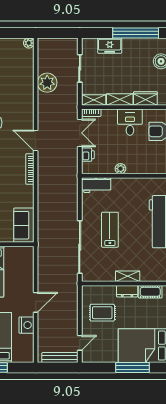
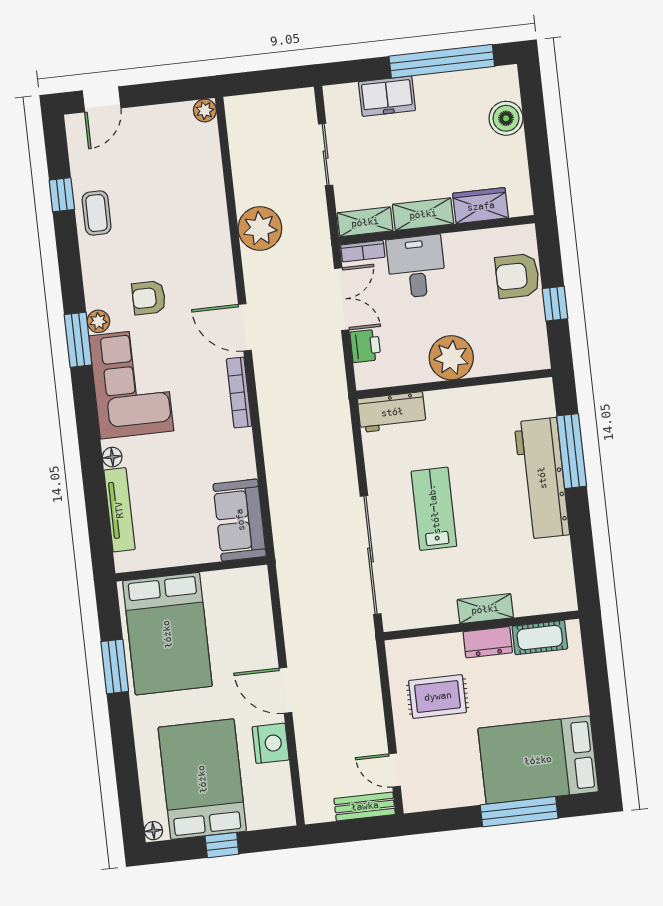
plant: (47, 83) -> (260, 228), moved
desk: (130, 122) -> (416, 267), moved
plant: (120, 169) -> (451, 358), width x1.88, depth x1.88
door: (36, 302) -> (286, 690), swing flipped
door: (80, 343) -> (395, 770), swing flipped
bench: (60, 357) -> (365, 806), width x0.73

